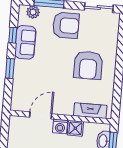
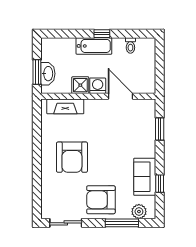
armchair: (88, 65) -> (72, 157), turned 180
window: (10, 68) -> (160, 129), moved
door: (41, 115) -> (120, 96), swing flipped

